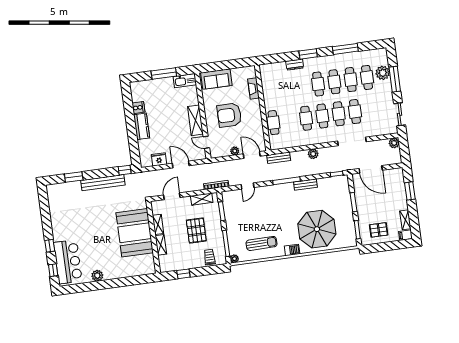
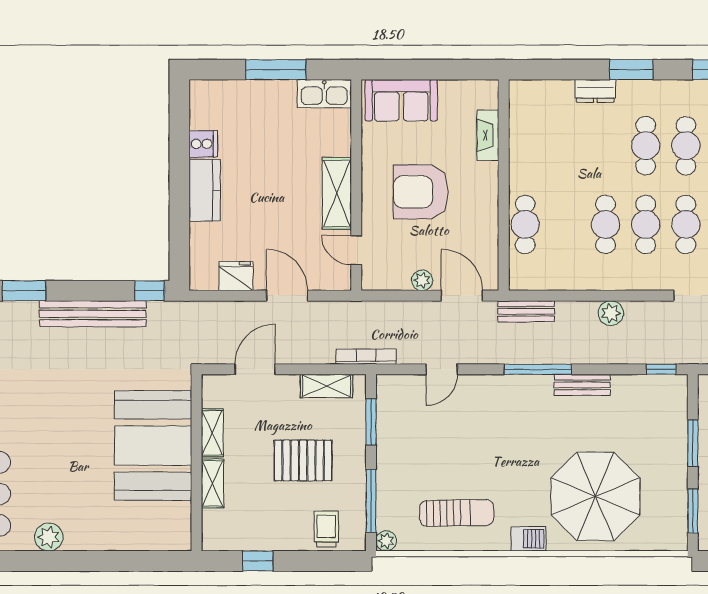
pallet: (196, 231) -> (303, 460), turned 90

